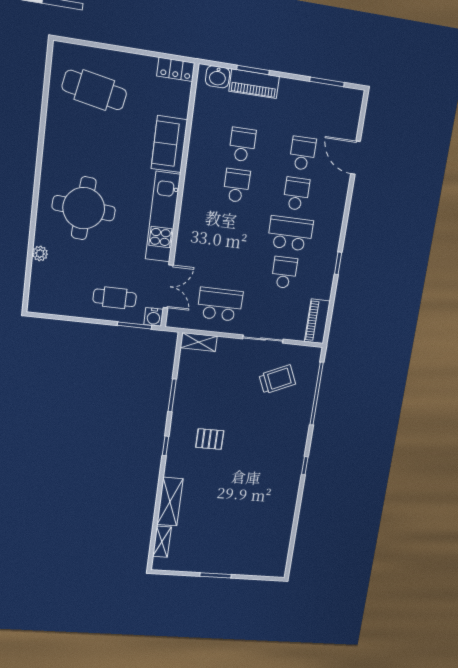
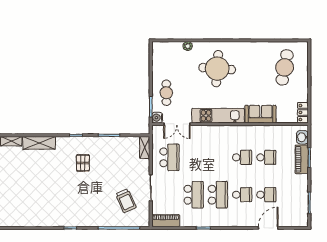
school desk: (284, 273) -> (194, 195), width x1.85

